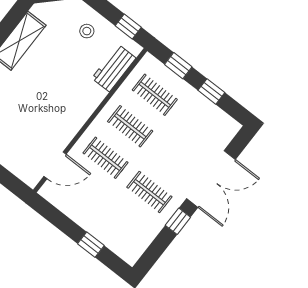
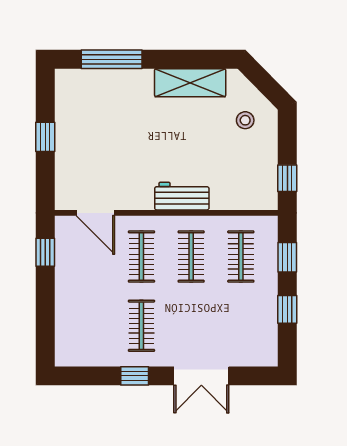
stool: (87, 31) -> (245, 120), moved
workbench: (114, 68) -> (182, 196), moved
double door: (211, 179) -> (201, 376), width x0.73
window: (91, 245) -> (45, 252), moved

